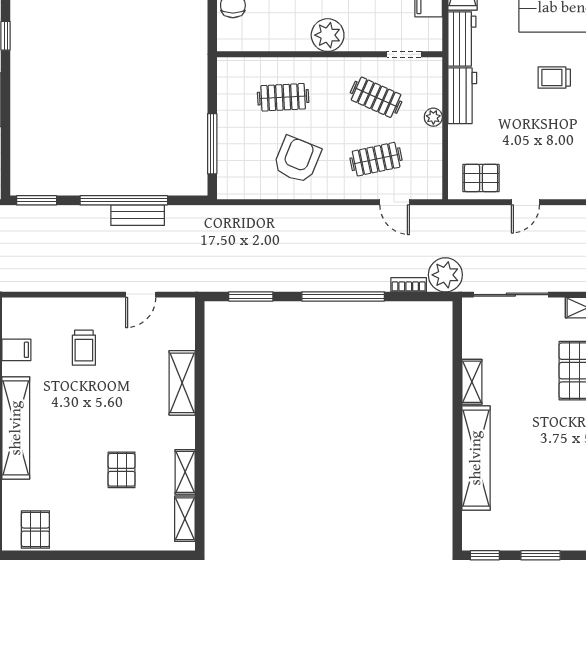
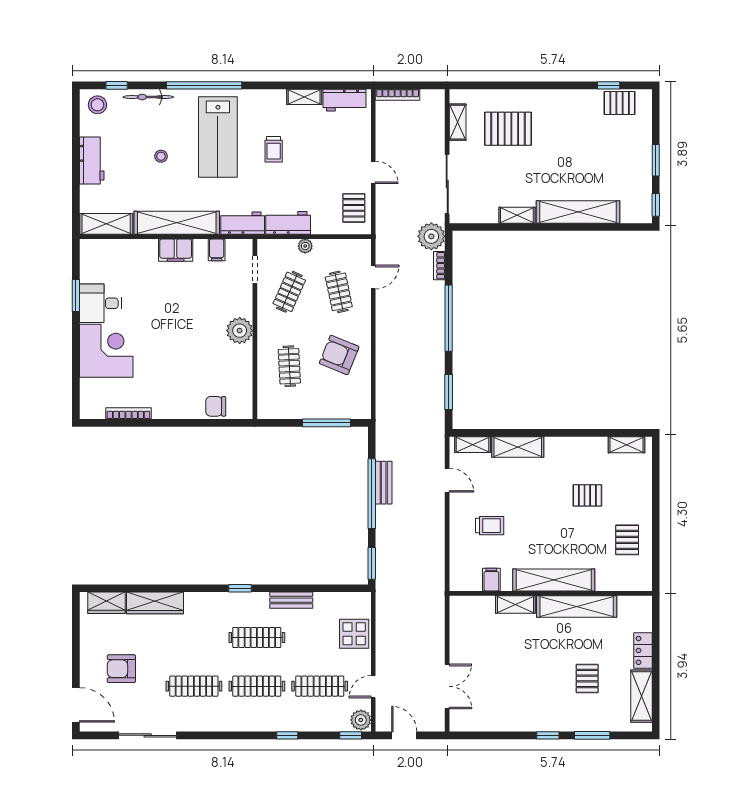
shelving: (185, 472) -> (473, 445), moved
pallet: (35, 530) -> (627, 540), moved, turned 90

